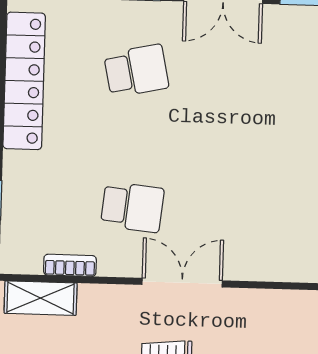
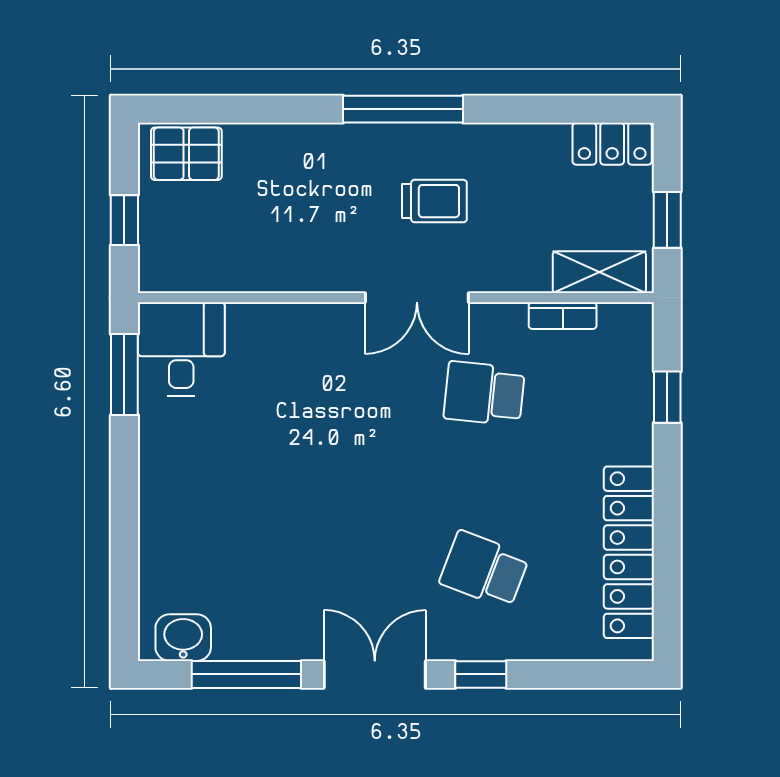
school desk: (136, 71) -> (484, 570), turned 33

